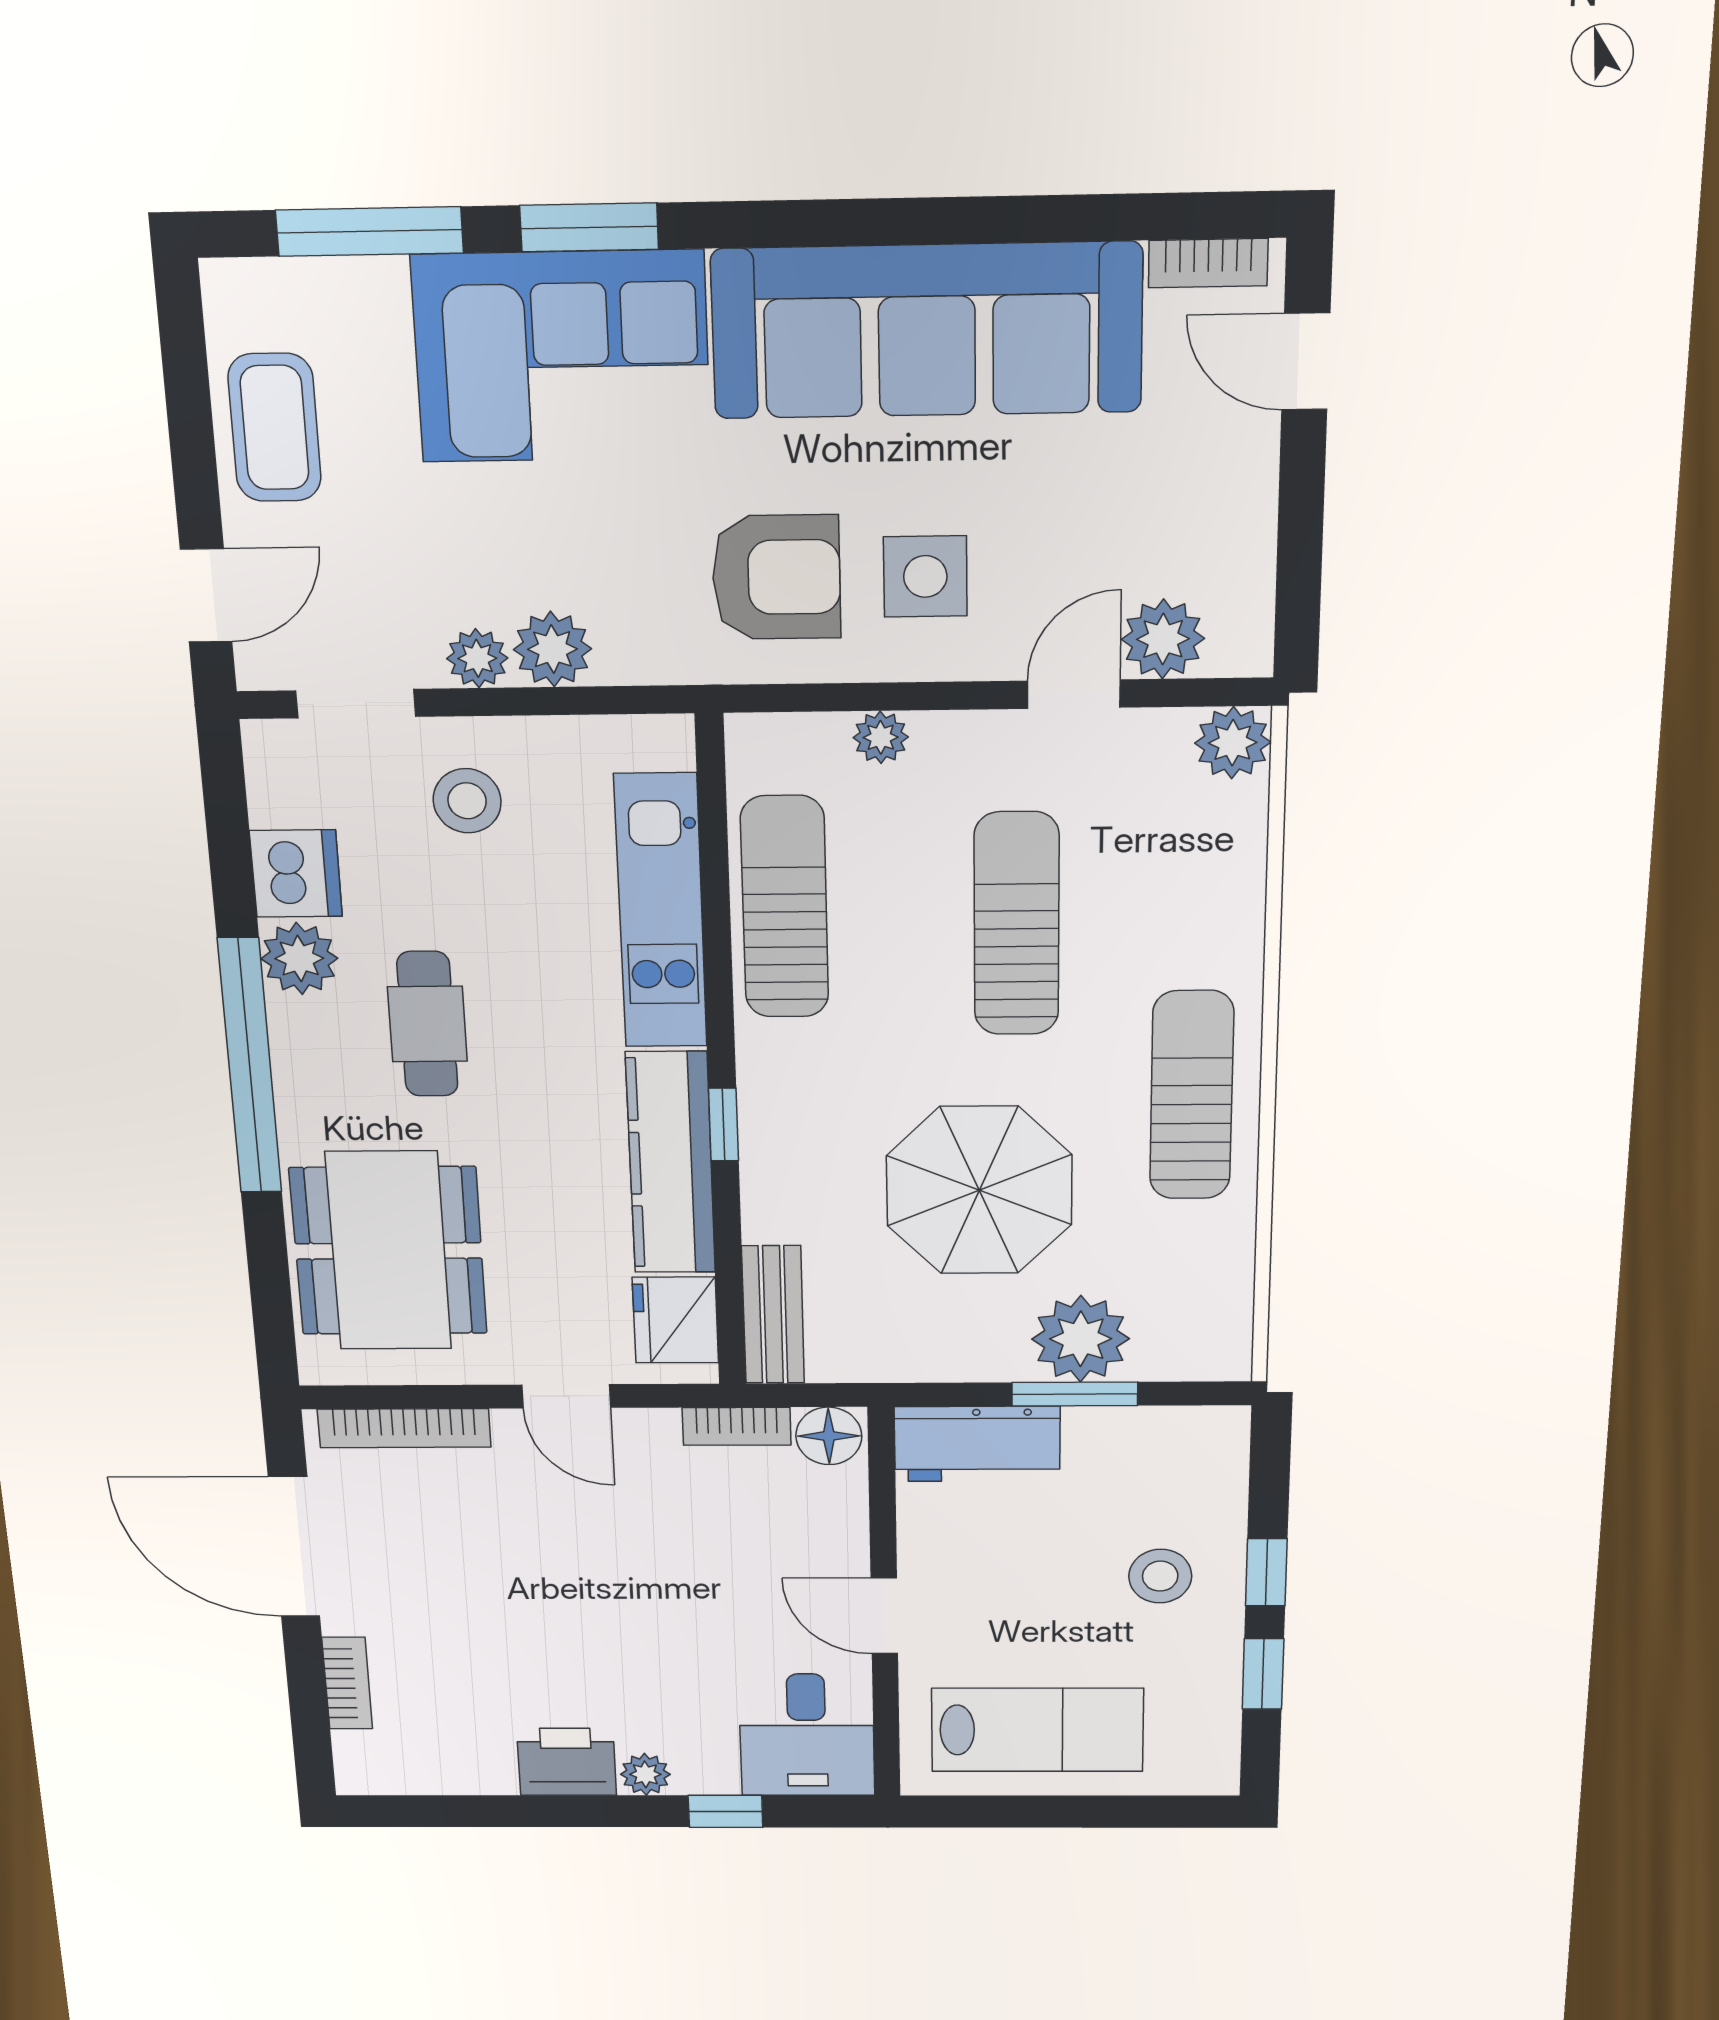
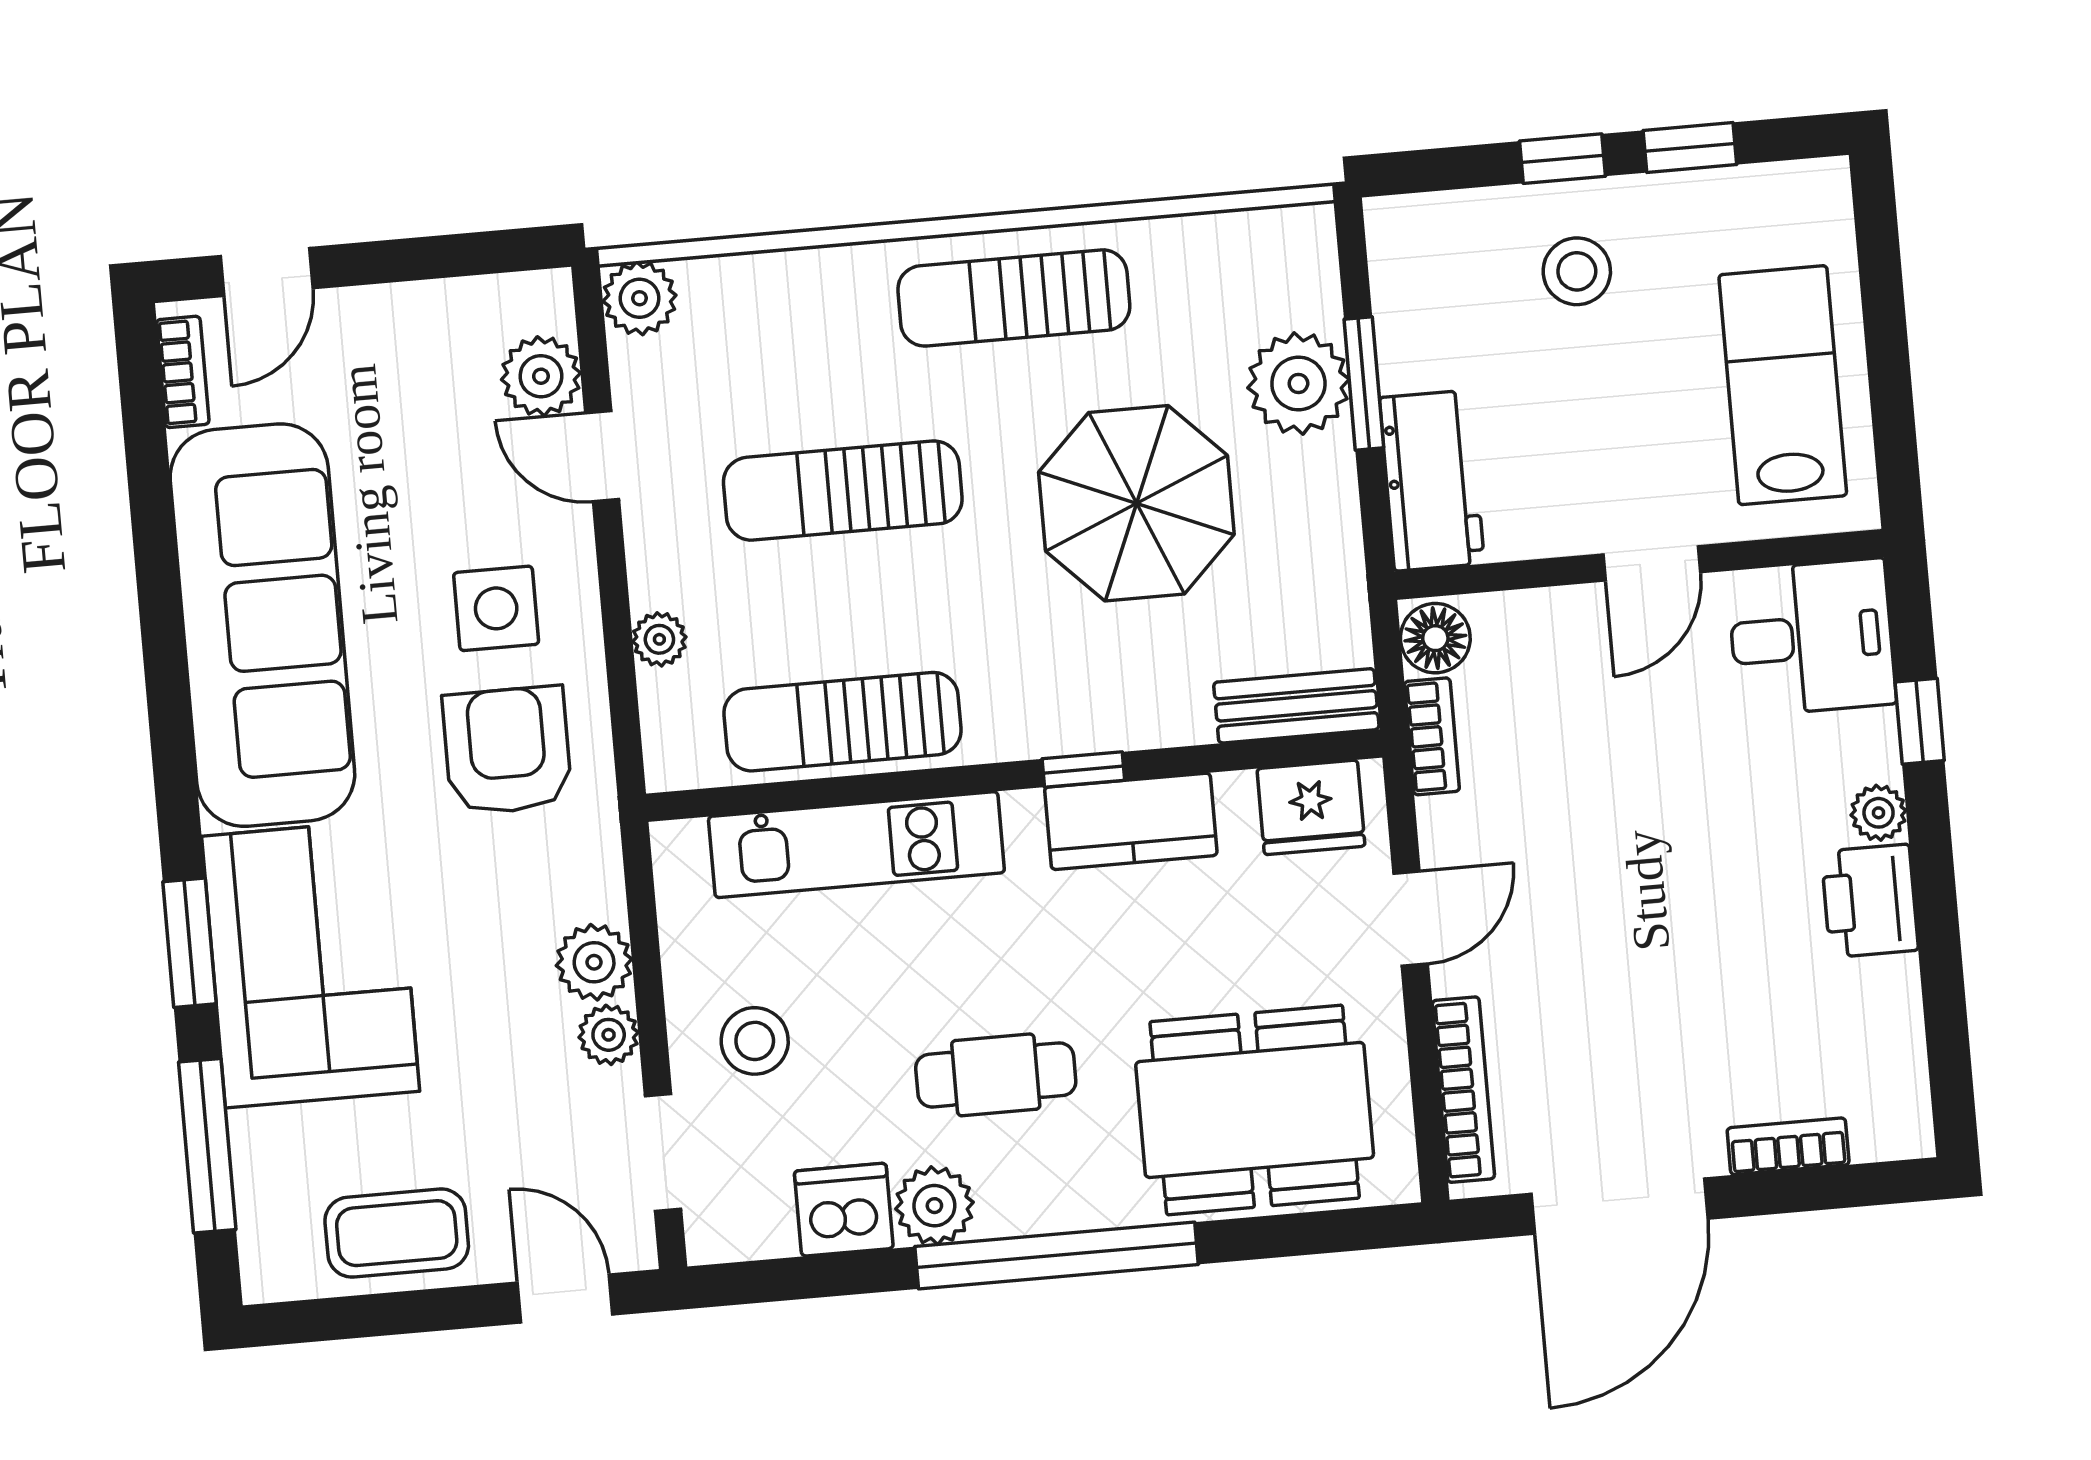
kitchen counter: (671, 1163) -> (1131, 821), width x0.67

